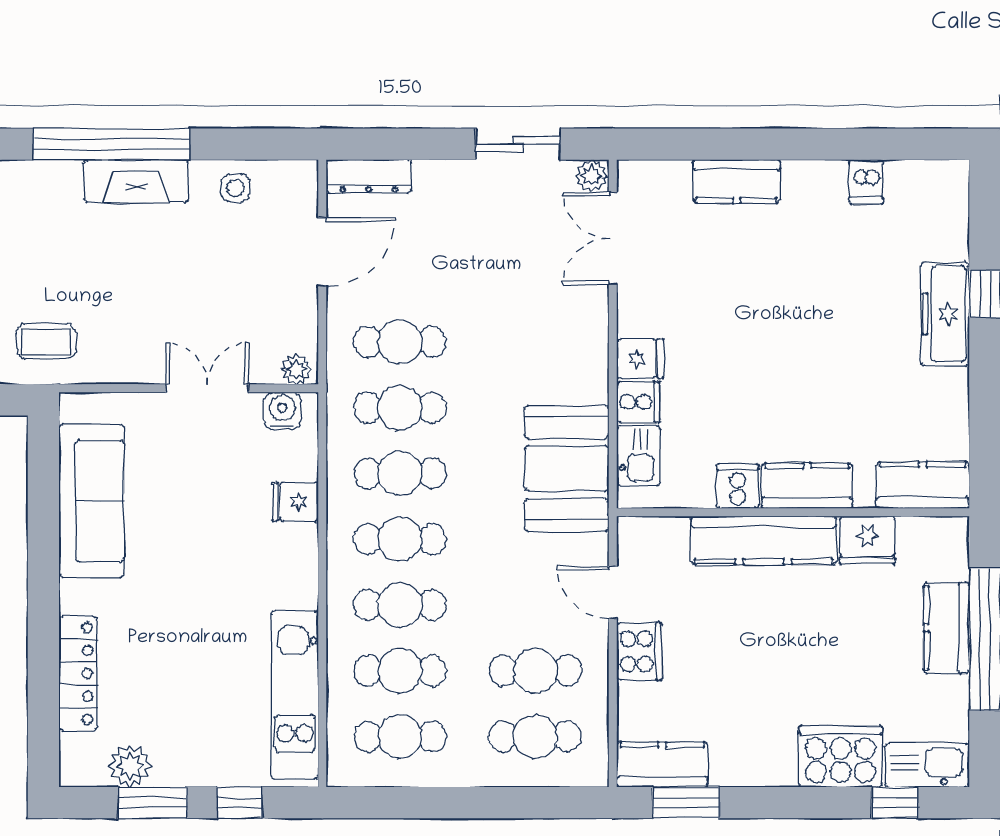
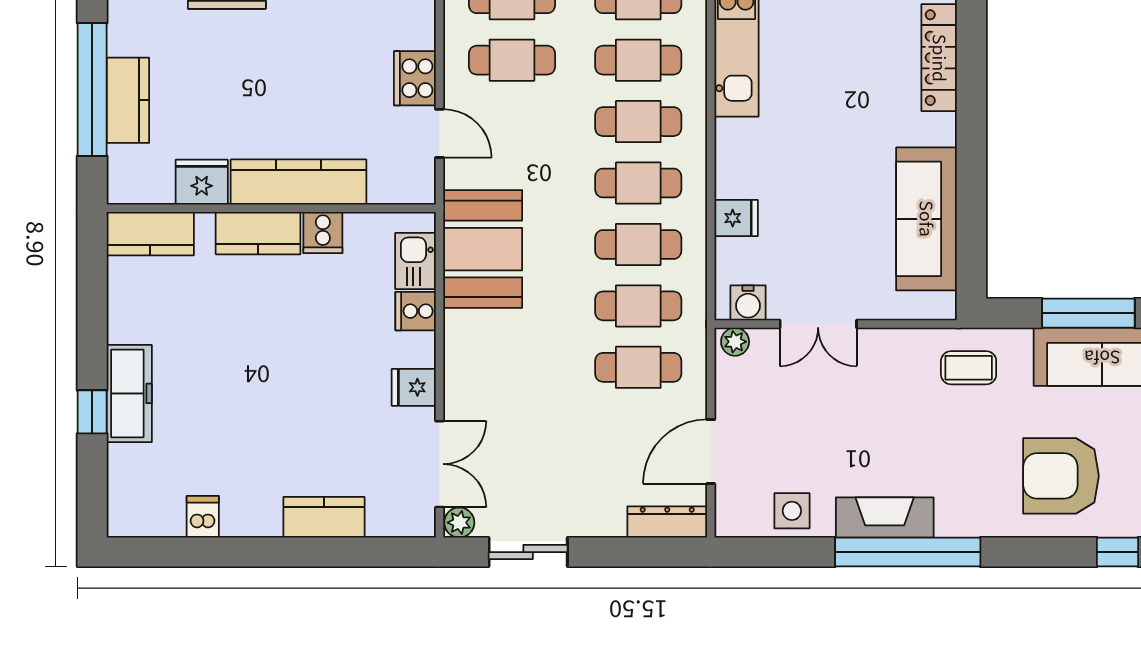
side table: (235, 188) -> (792, 511), width x1.37, depth x1.37
fridge: (640, 359) -> (414, 387), moved

